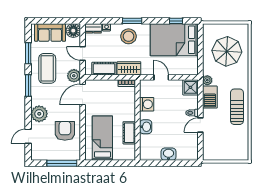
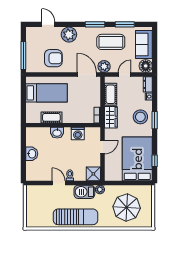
sun lounger: (237, 107) -> (75, 217), width x1.36, depth x1.34

